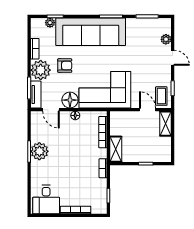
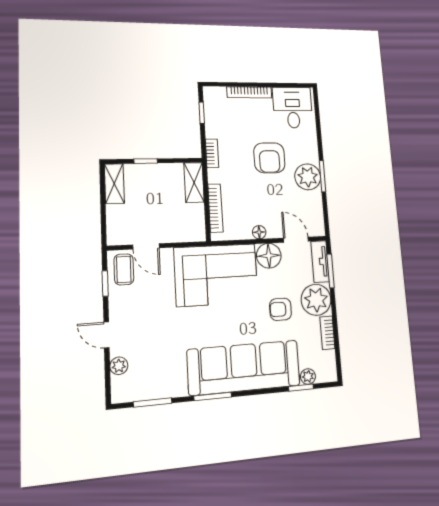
shelving: (165, 124) -> (114, 184), moved
armchair: (65, 165) -> (269, 158), added

